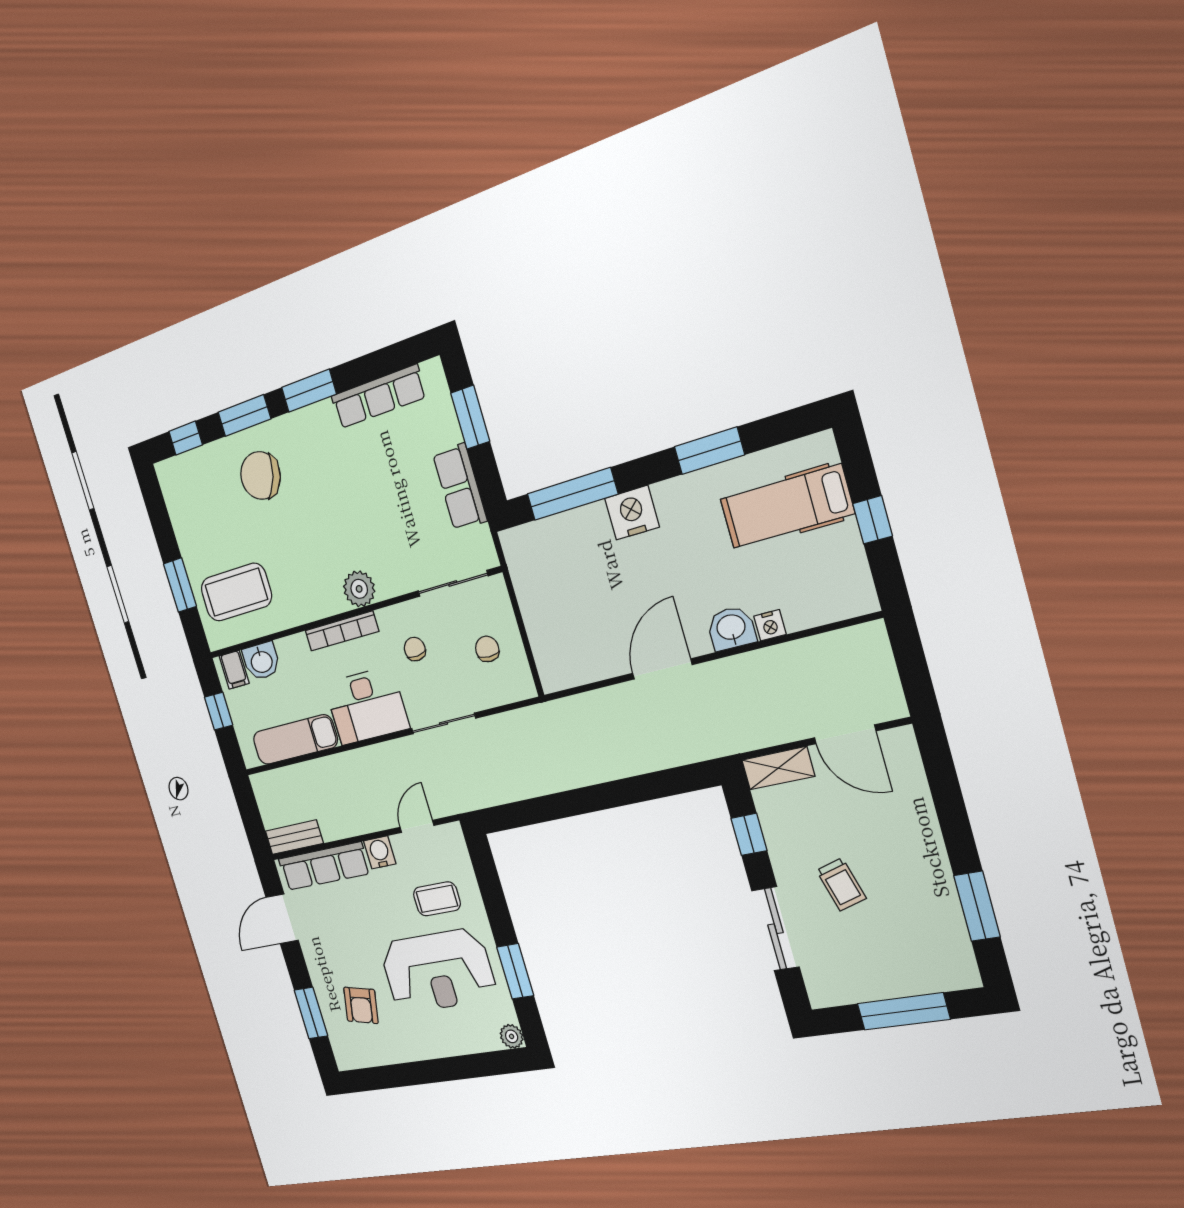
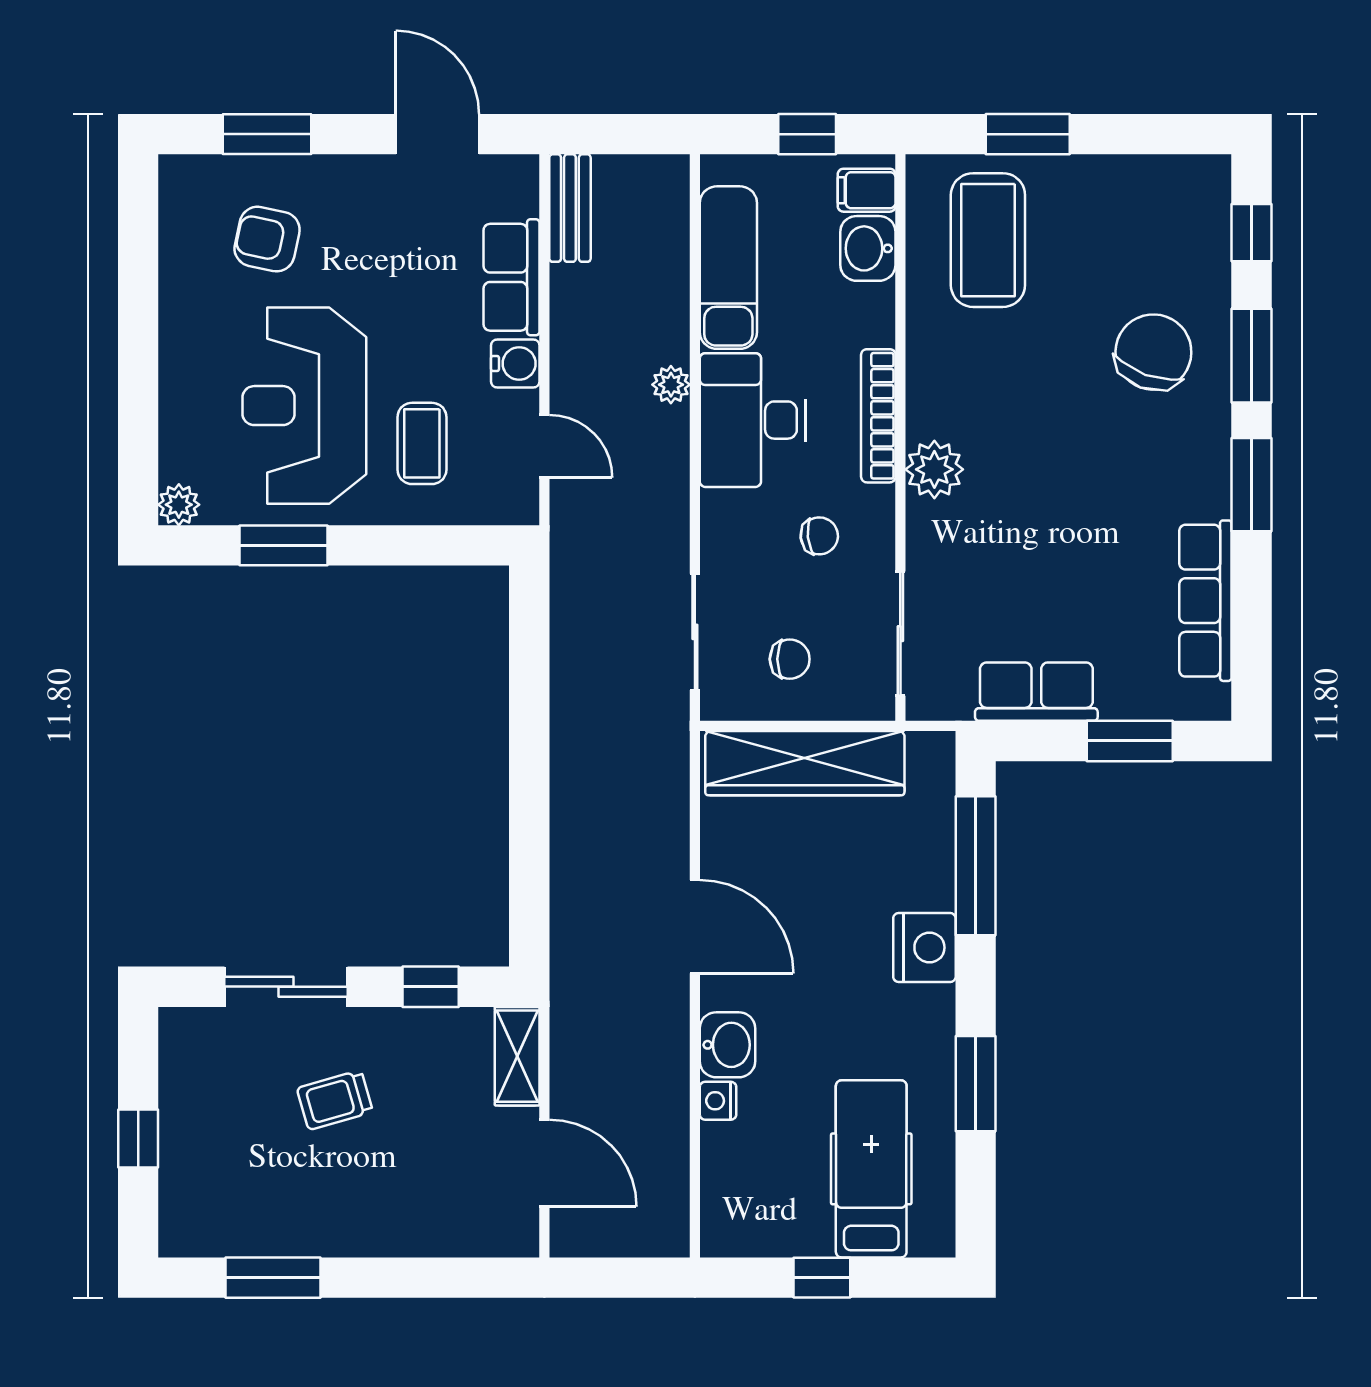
wardrobe: (544, 623) -> (805, 763), added
sliding door: (443, 723) -> (695, 632), moved
door: (845, 734) -> (544, 1163), swing flipped
plant: (363, 759) -> (671, 385), added
row of seats: (324, 866) -> (511, 277), width x0.68
window: (903, 1011) -> (138, 1138), width x0.46

